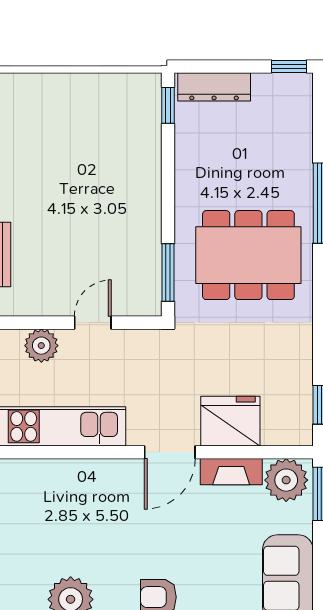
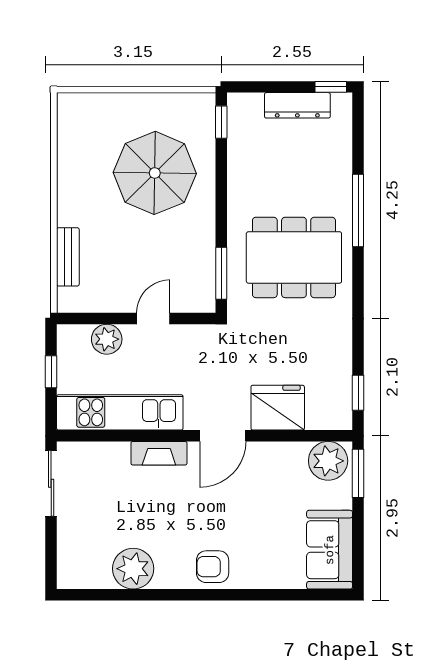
dresser: (214, 87) -> (297, 105), moved
parasol: (94, 162) -> (155, 173), added
fireplace: (231, 472) -> (159, 453), moved

